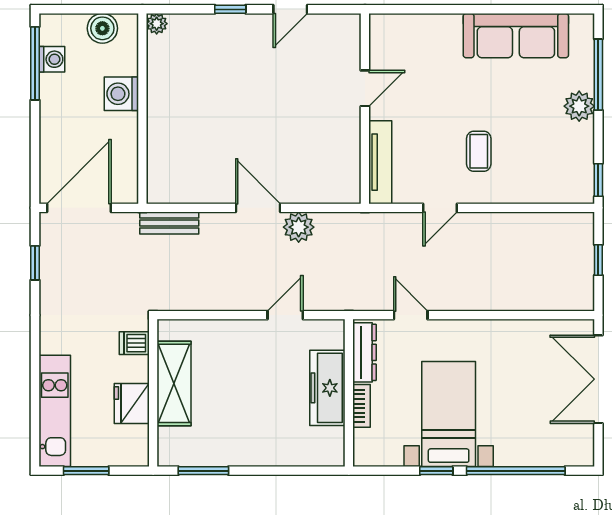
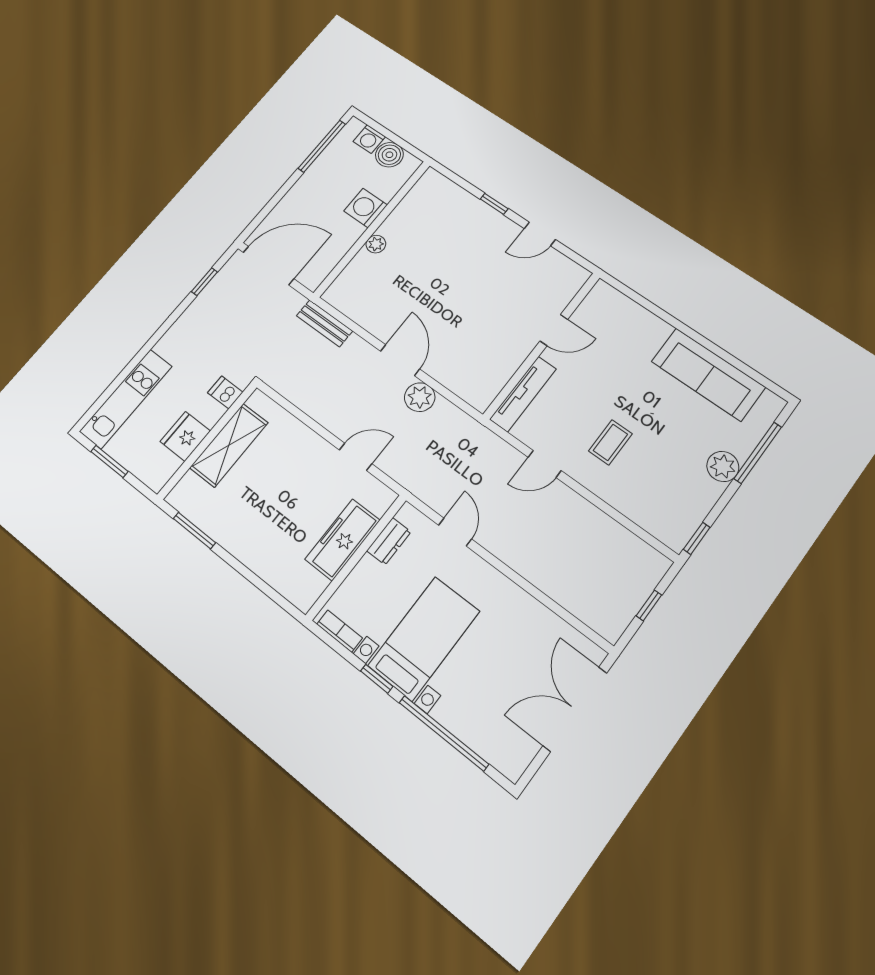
plant: (157, 24) -> (376, 244), moved
washing machine: (52, 59) -> (369, 139), moved, turned 90
dresser: (365, 352) -> (389, 541), width x0.70
bookcase: (362, 406) -> (340, 631), moved, turned -90

